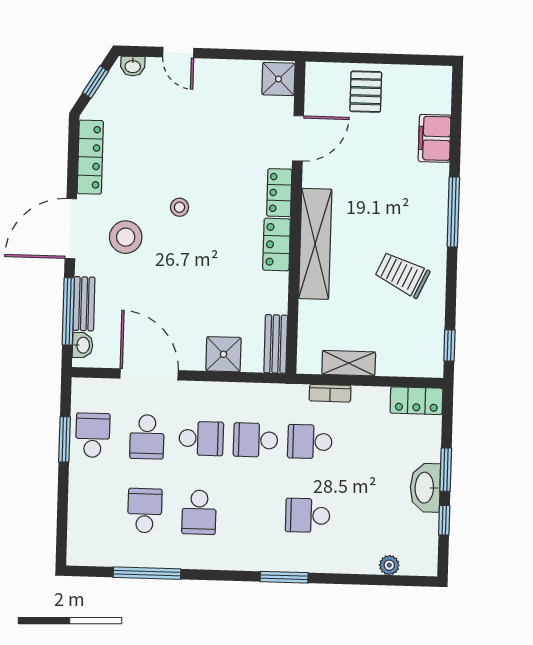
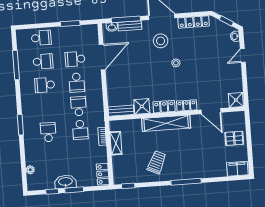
filing cabinet: (435, 138) -> (237, 169), moved
shower: (223, 354) -> (142, 106), moved
school desk: (93, 435) -> (41, 38), moved
school desk: (310, 442) -> (80, 130), turned 180

